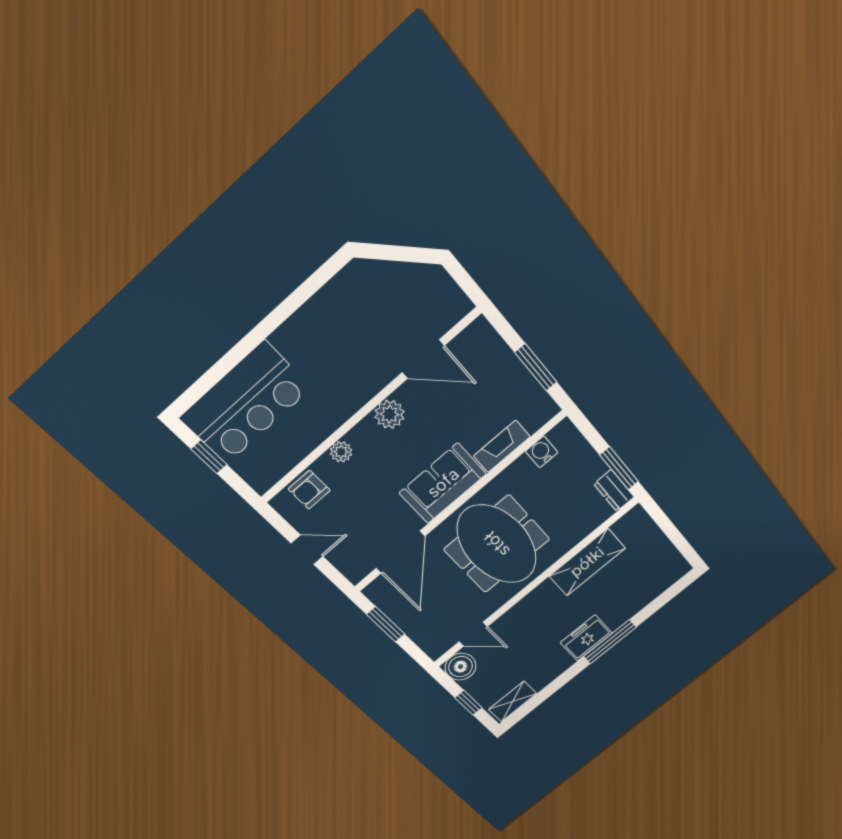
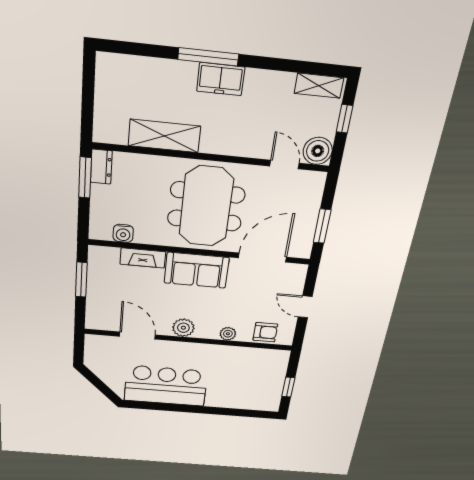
bar counter: (245, 403) -> (166, 386), moved

